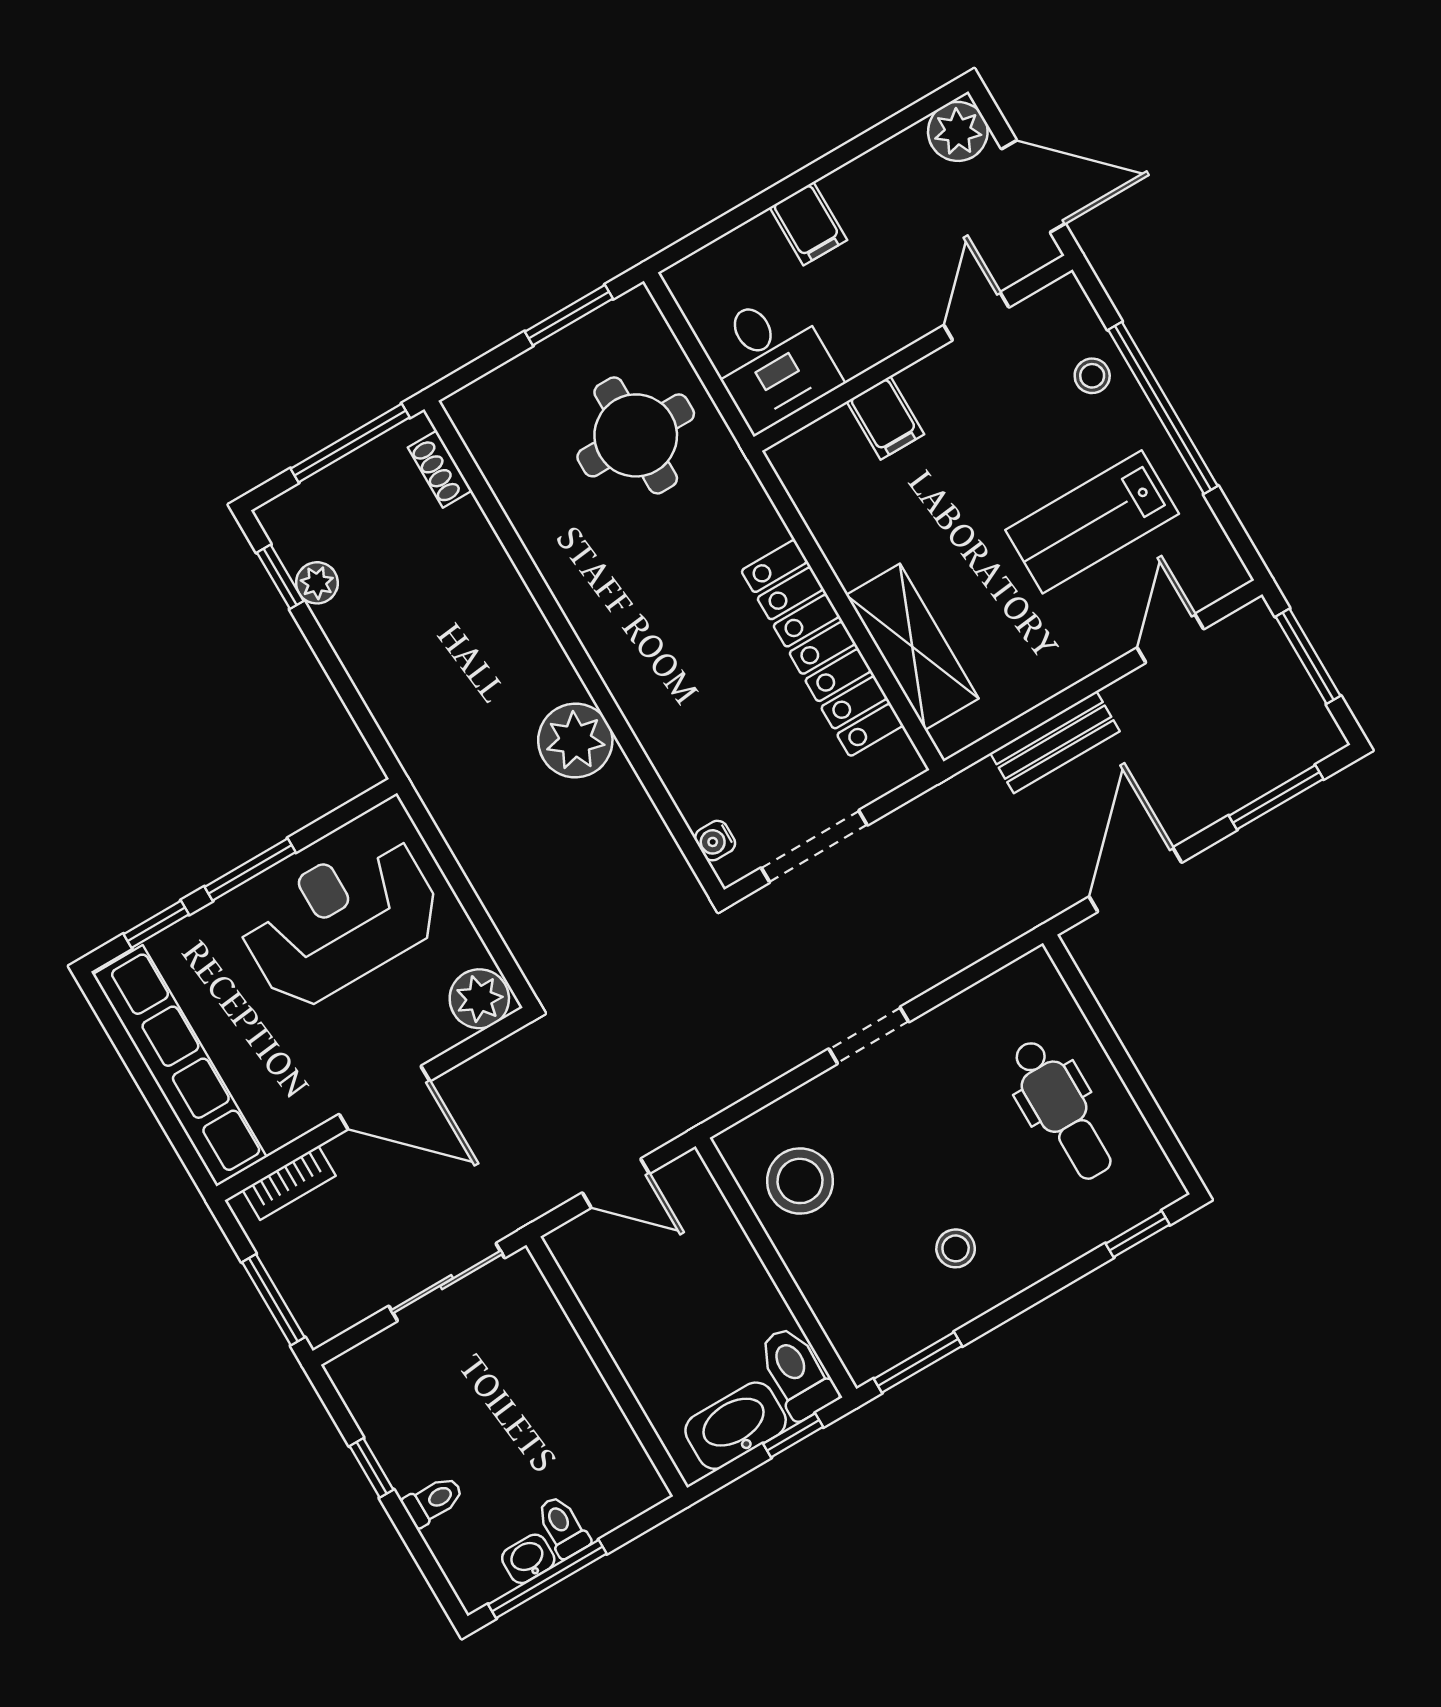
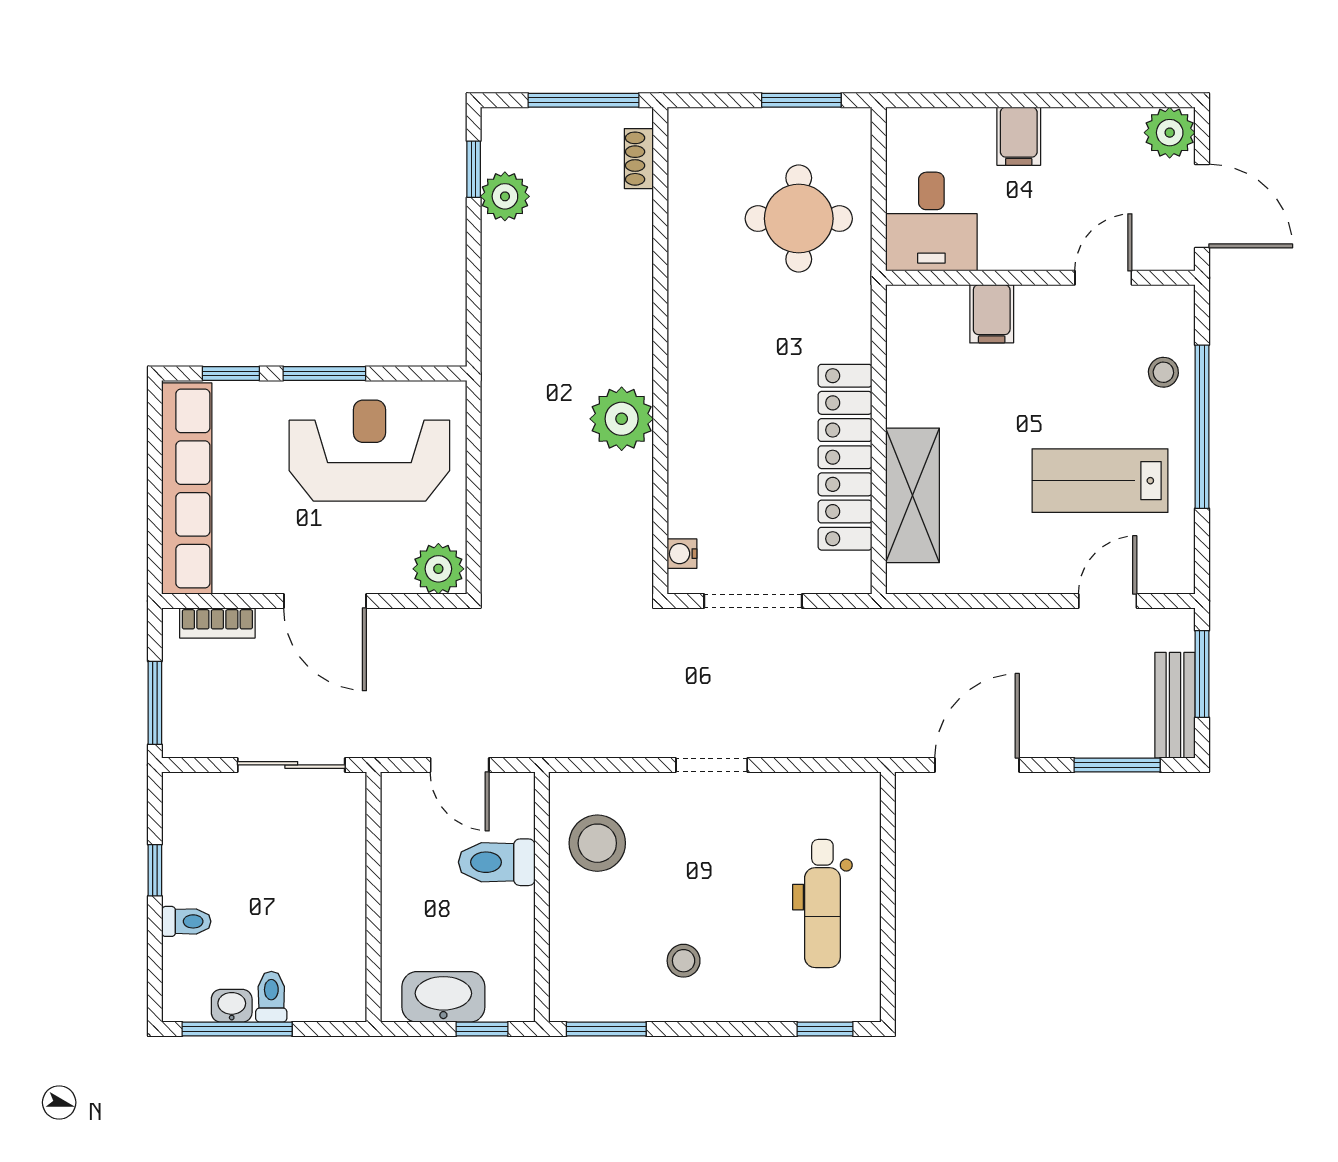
plant: (317, 583) -> (505, 196), width x1.38, depth x1.38
bench: (1055, 742) -> (1175, 705), moved, turned 90
toilet: (797, 1372) -> (497, 862), moved, turned -90

